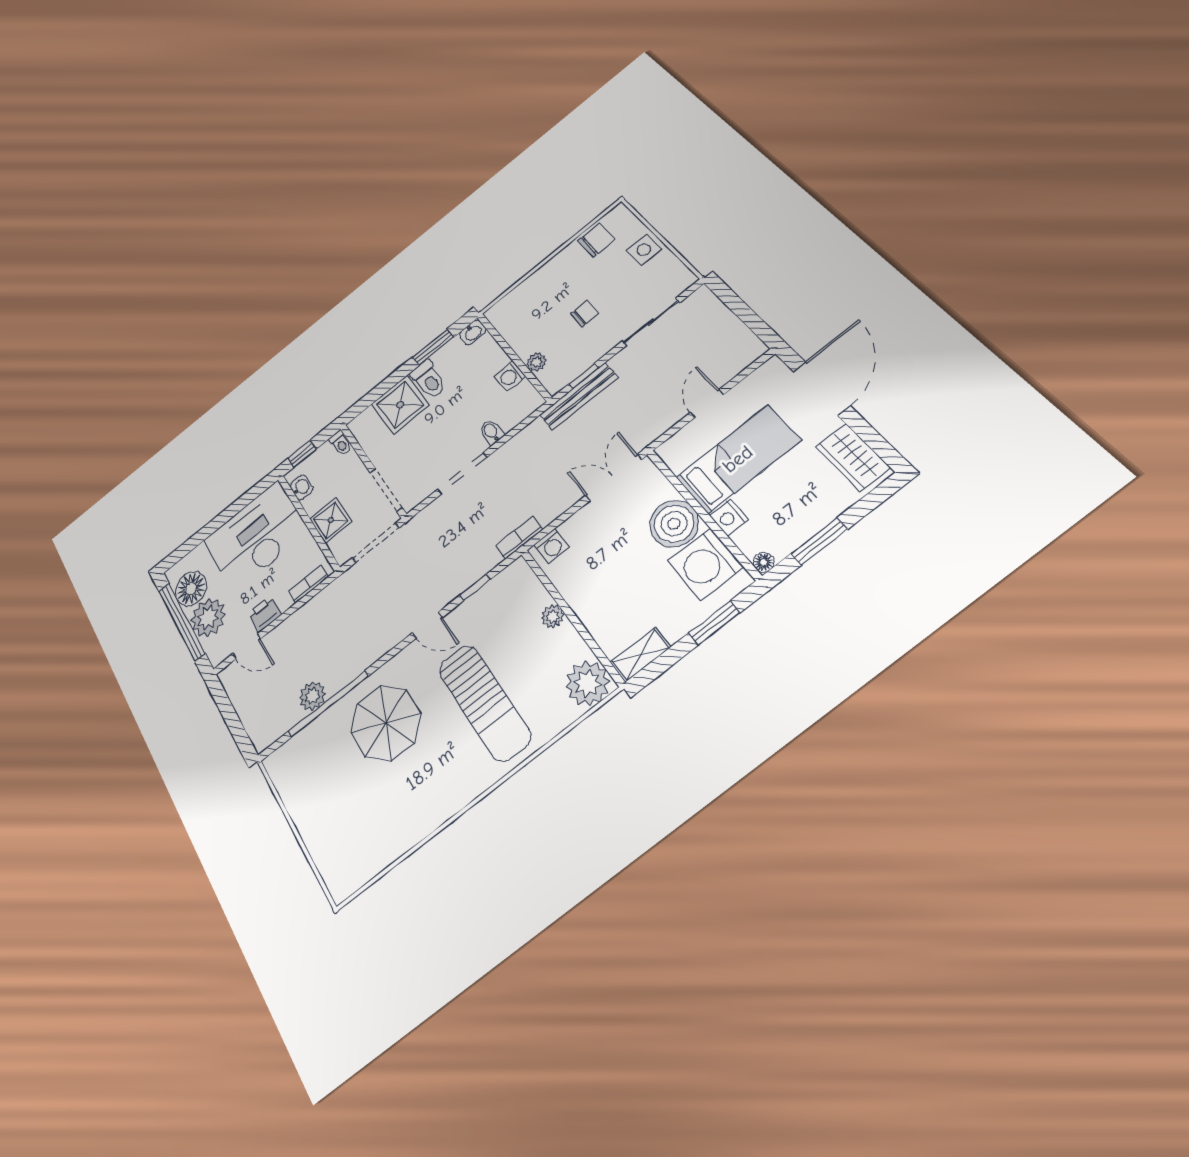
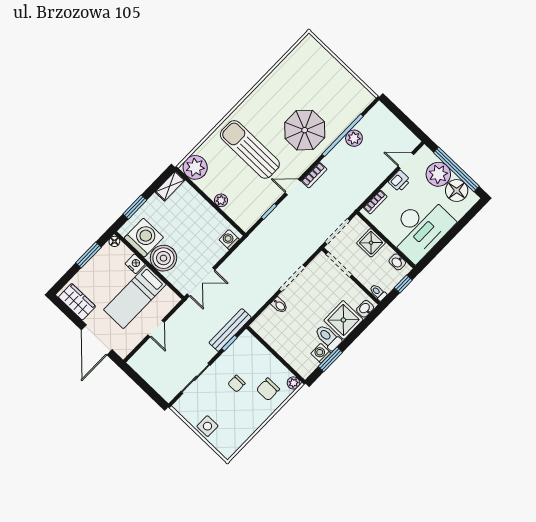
chair: (596, 240) -> (268, 389), moved
washbasin: (473, 332) -> (365, 309), moved
plant: (536, 362) -> (294, 383), moved
washing machine: (510, 376) -> (321, 353), moved, turned -90
bookcase: (519, 538) -> (314, 175), moved

